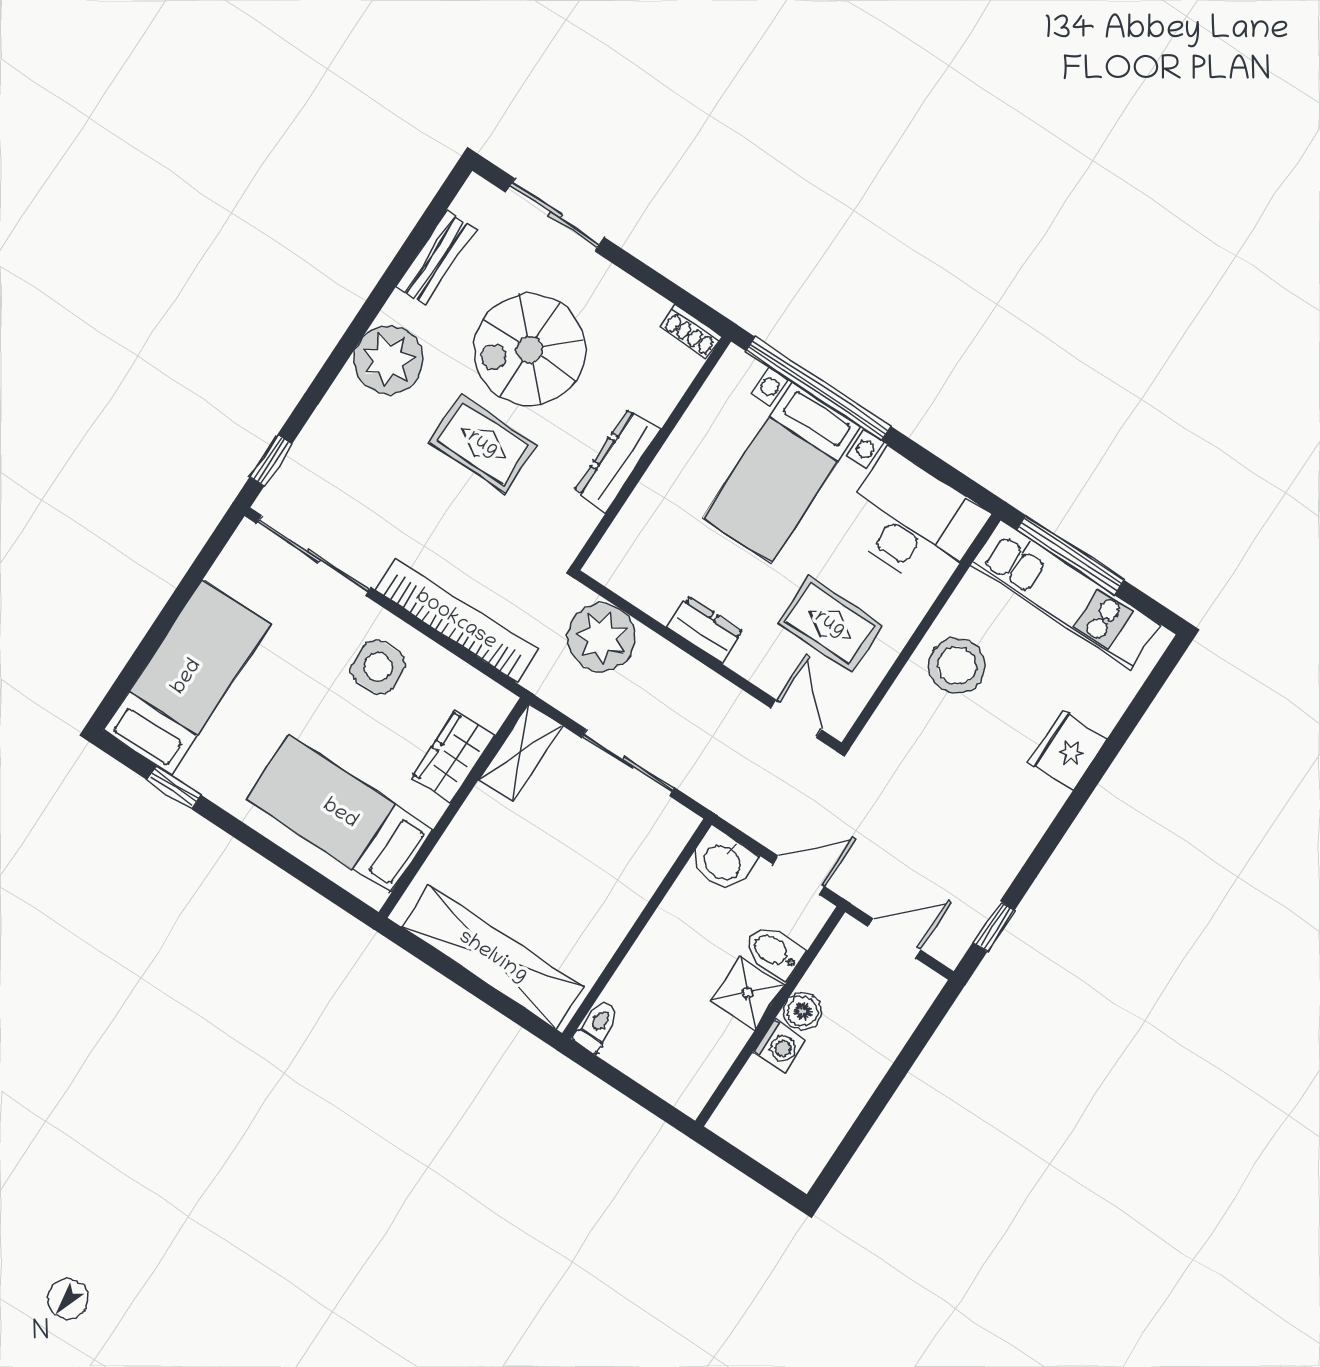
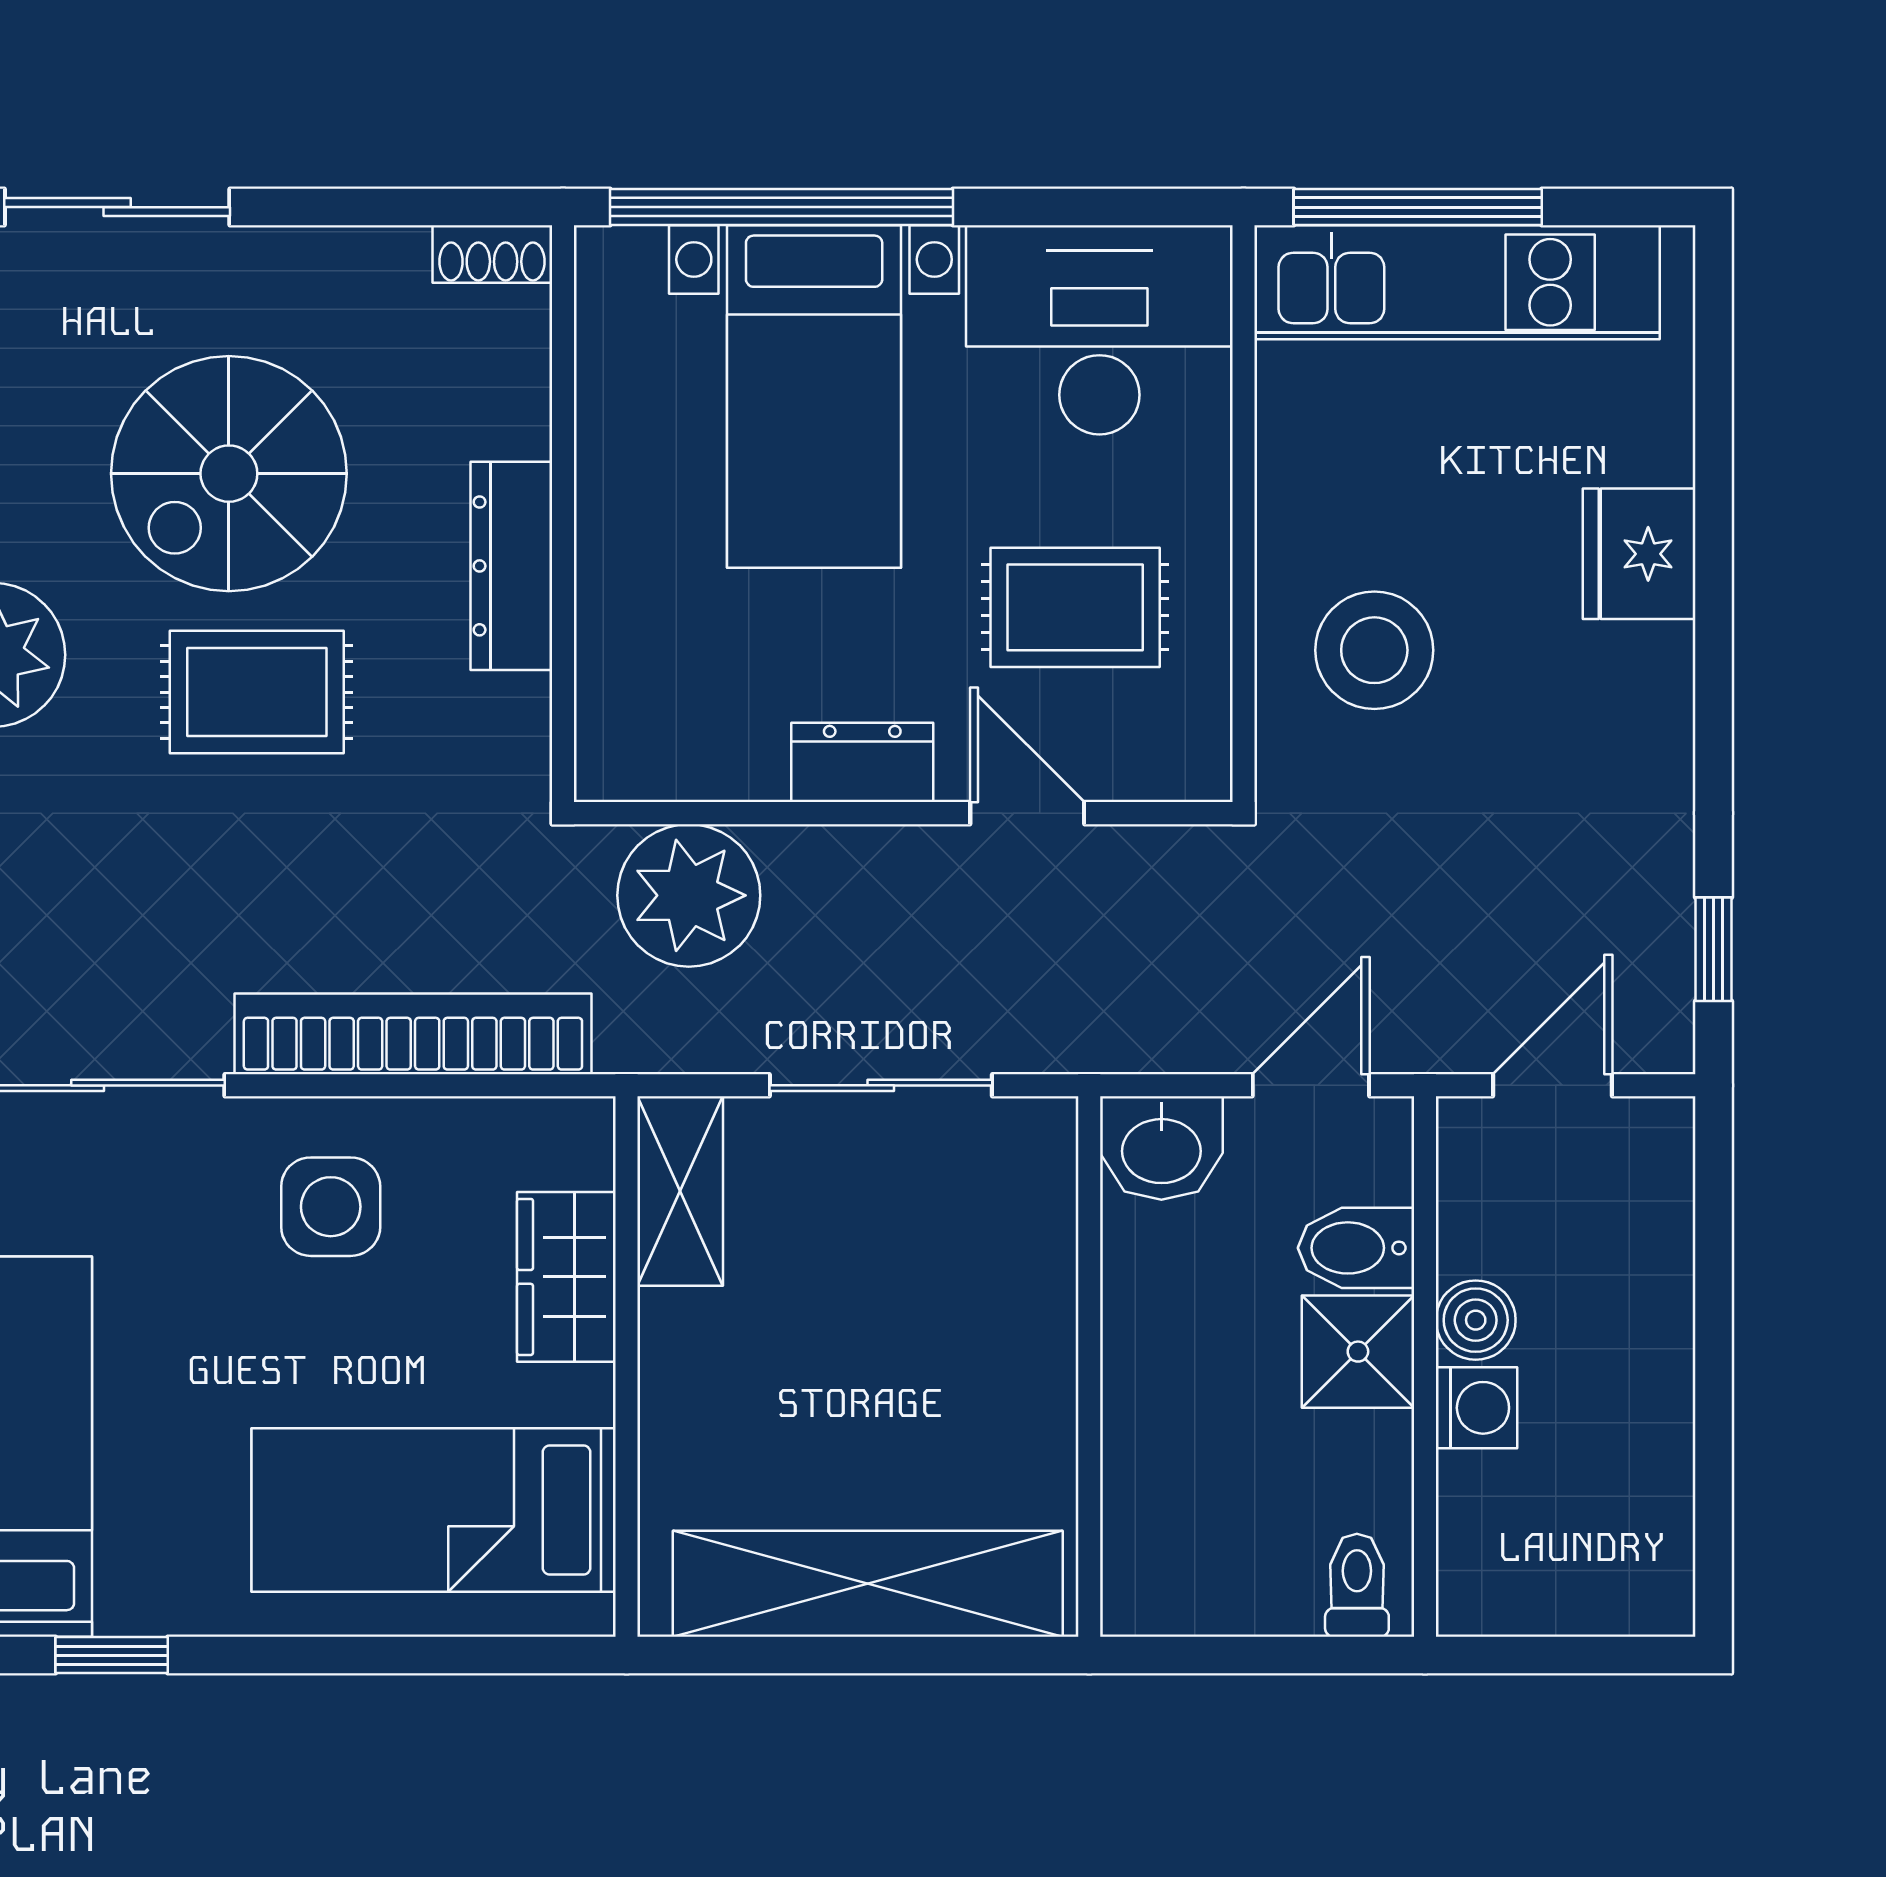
stool: (957, 666) -> (1374, 650), moved
door: (796, 719) -> (1027, 813), moved
toilet: (597, 1027) -> (1357, 1585), moved

